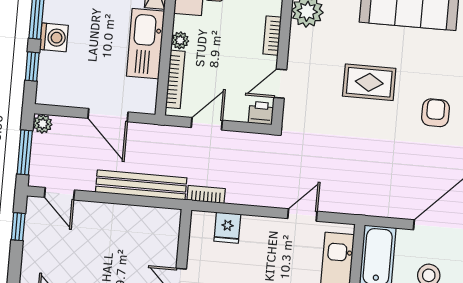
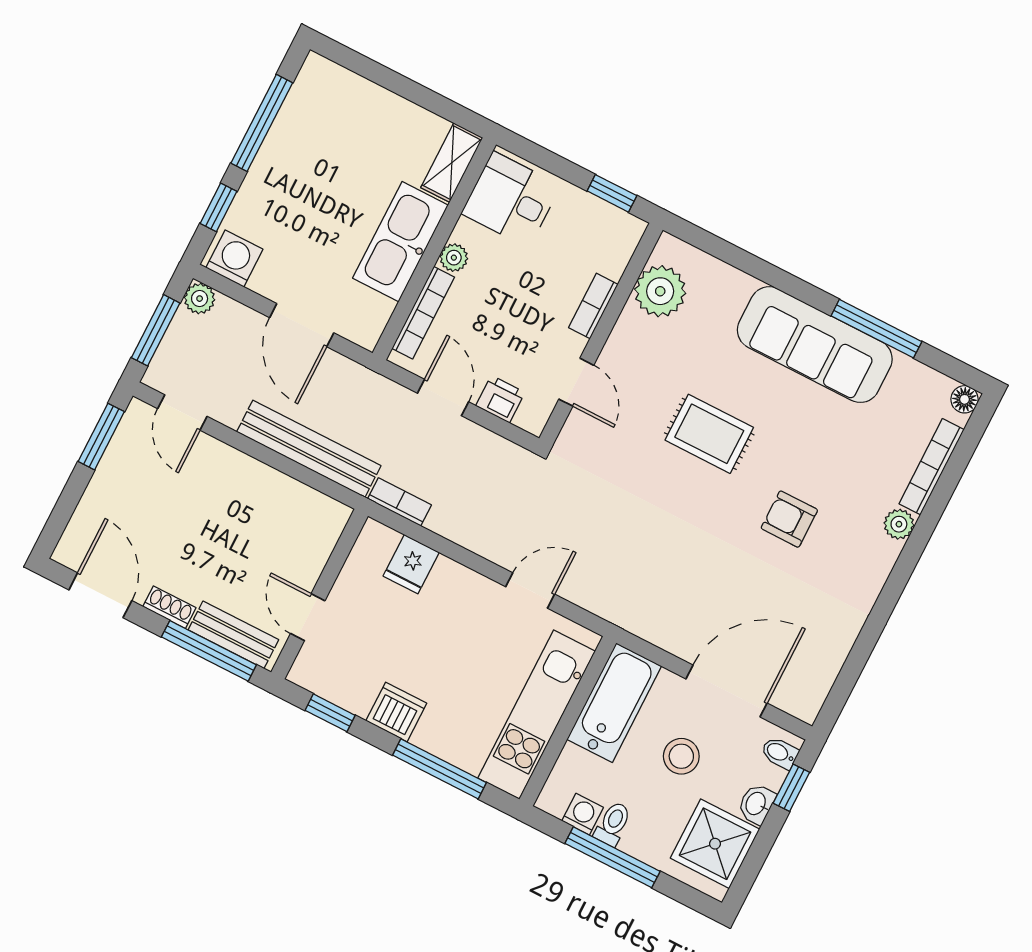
washing machine: (54, 37) -> (234, 259), moved, turned -90
door: (280, 84) -> (576, 382), swing flipped
printer: (261, 113) -> (500, 399), moved
armchair: (436, 113) -> (789, 519), turned -90
door: (207, 124) -> (443, 398), hinge flipped
window: (18, 227) -> (101, 437), width x1.50

